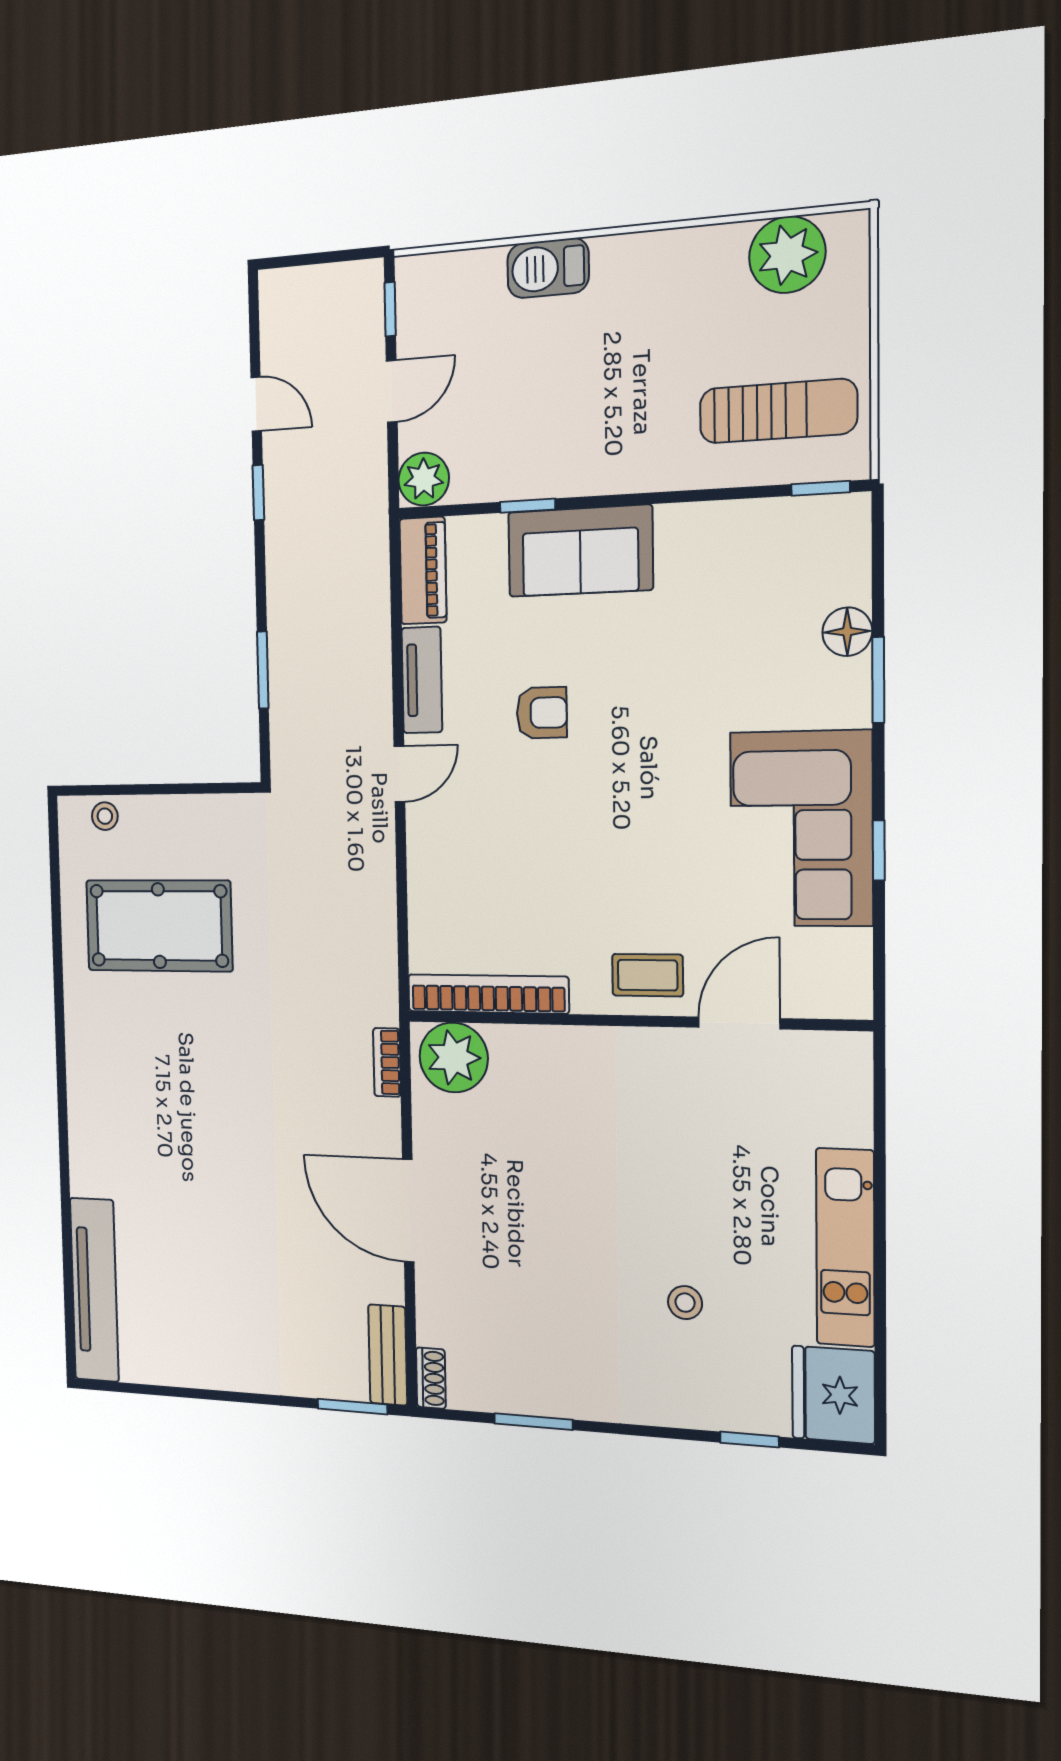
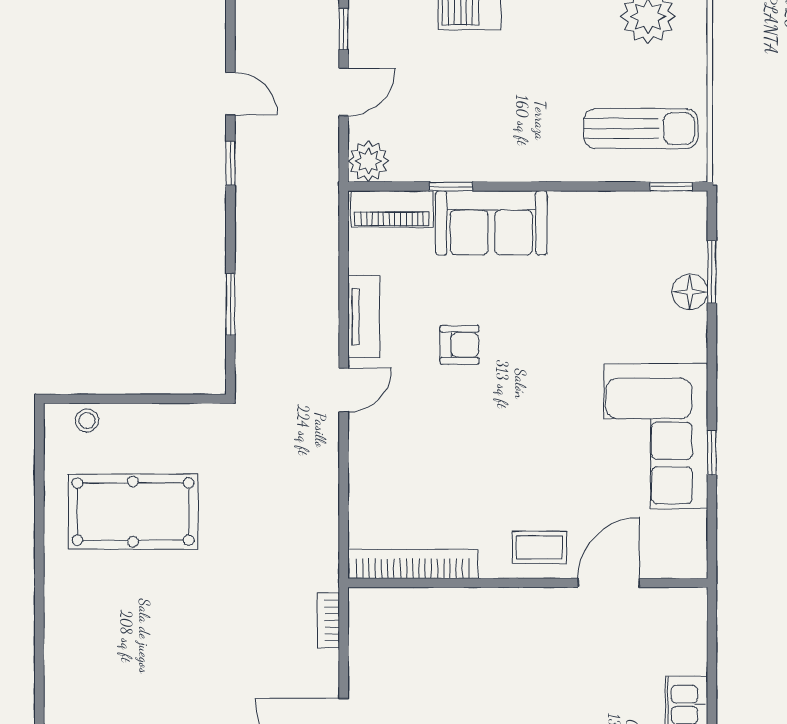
piano: (423, 571) -> (392, 209), moved, turned 90
window: (878, 680) -> (712, 272), moved
plant: (454, 1058) -> (384, 615), removed

